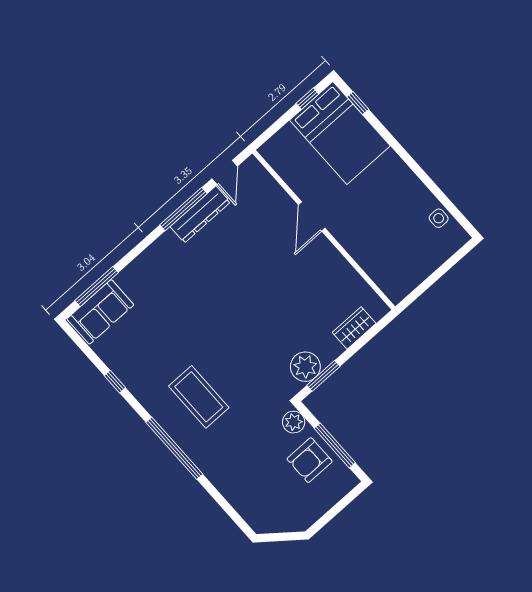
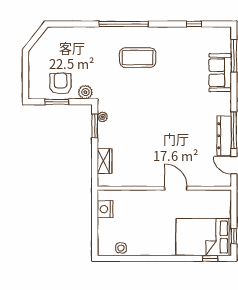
nightstand: (410, 277) -> (105, 209), added
sofa: (100, 312) -> (220, 73), moved
plant: (305, 367) -> (102, 117), width x0.53, depth x0.53
window: (115, 382) -> (194, 24), moved
window: (335, 445) -> (57, 102), width x0.69

